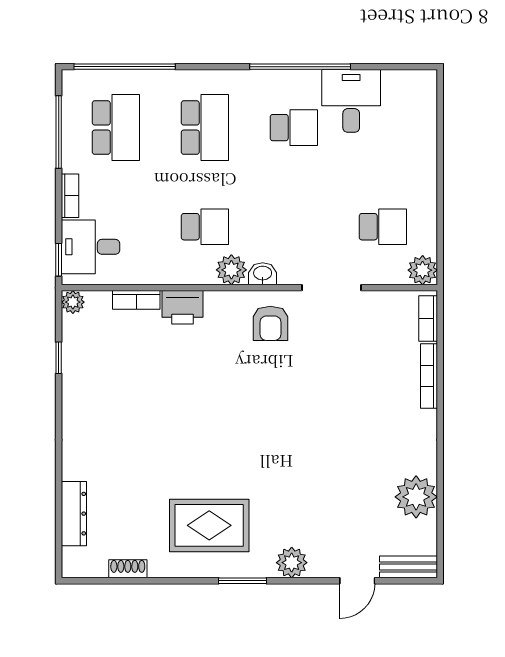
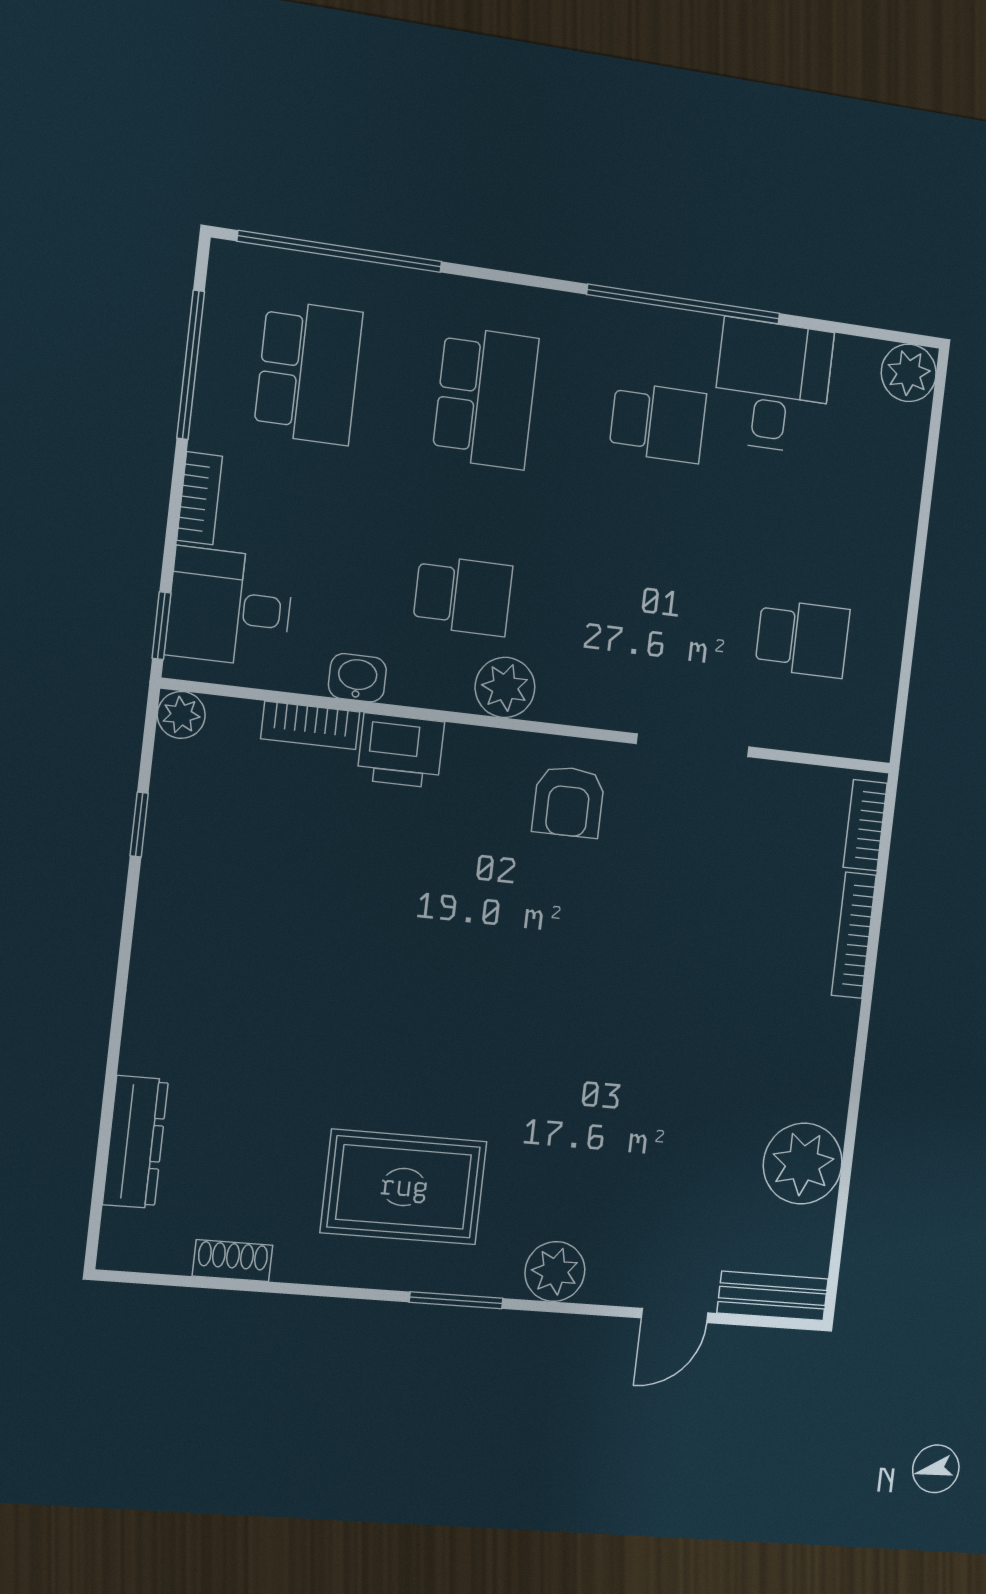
plant: (423, 270) -> (909, 373), moved
washbasin: (263, 274) -> (357, 678), moved

